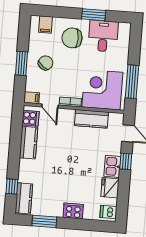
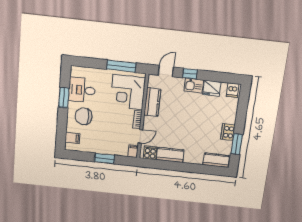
chair: (72, 38) -> (84, 116), turned 90
chair: (46, 63) -> (104, 139), removed
window: (12, 187) -> (206, 169), removed
cooker: (73, 211) -> (228, 132), moved

